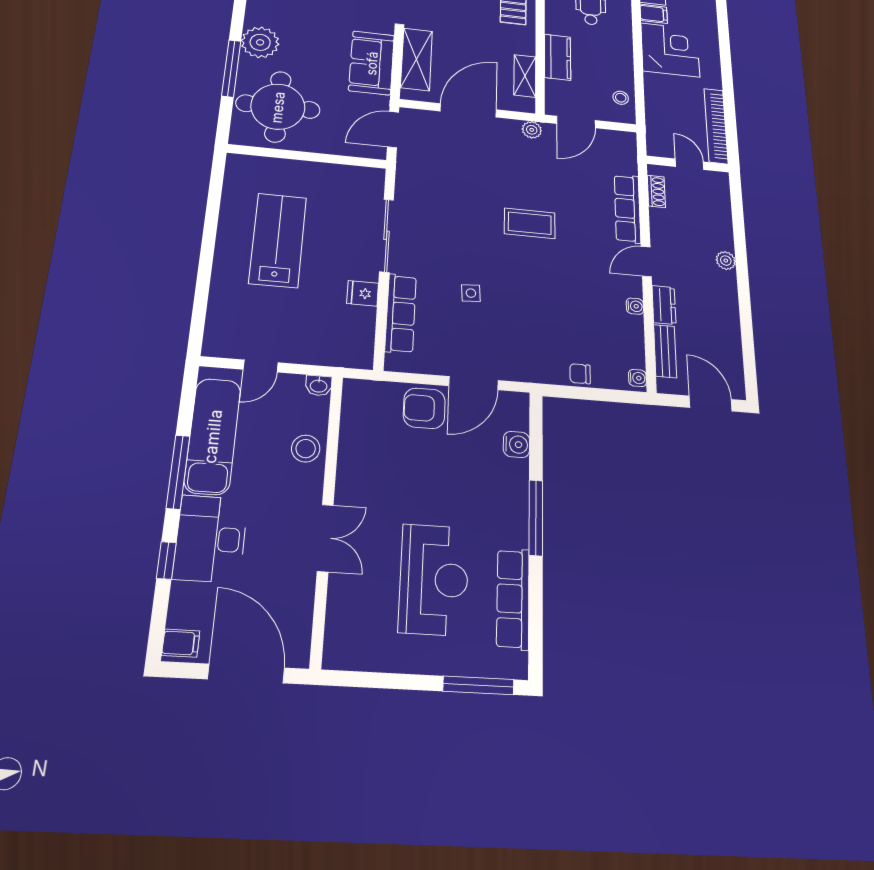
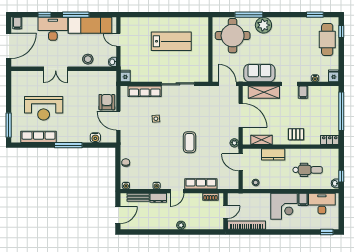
door: (646, 262) -> (177, 191), swing flipped
fridge: (363, 293) -> (125, 76), moved

